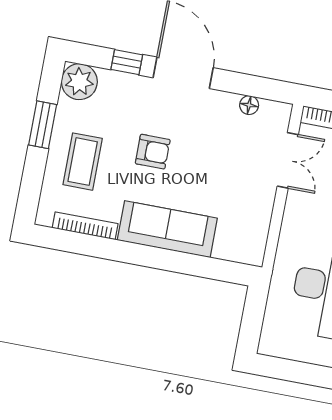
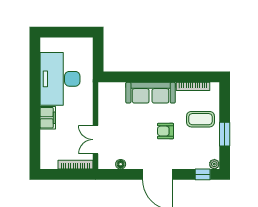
window: (127, 62) -> (203, 174), moved
plant: (79, 82) -> (214, 164), width x0.53, depth x0.53
coffee table: (83, 162) -> (200, 119), turned 90

